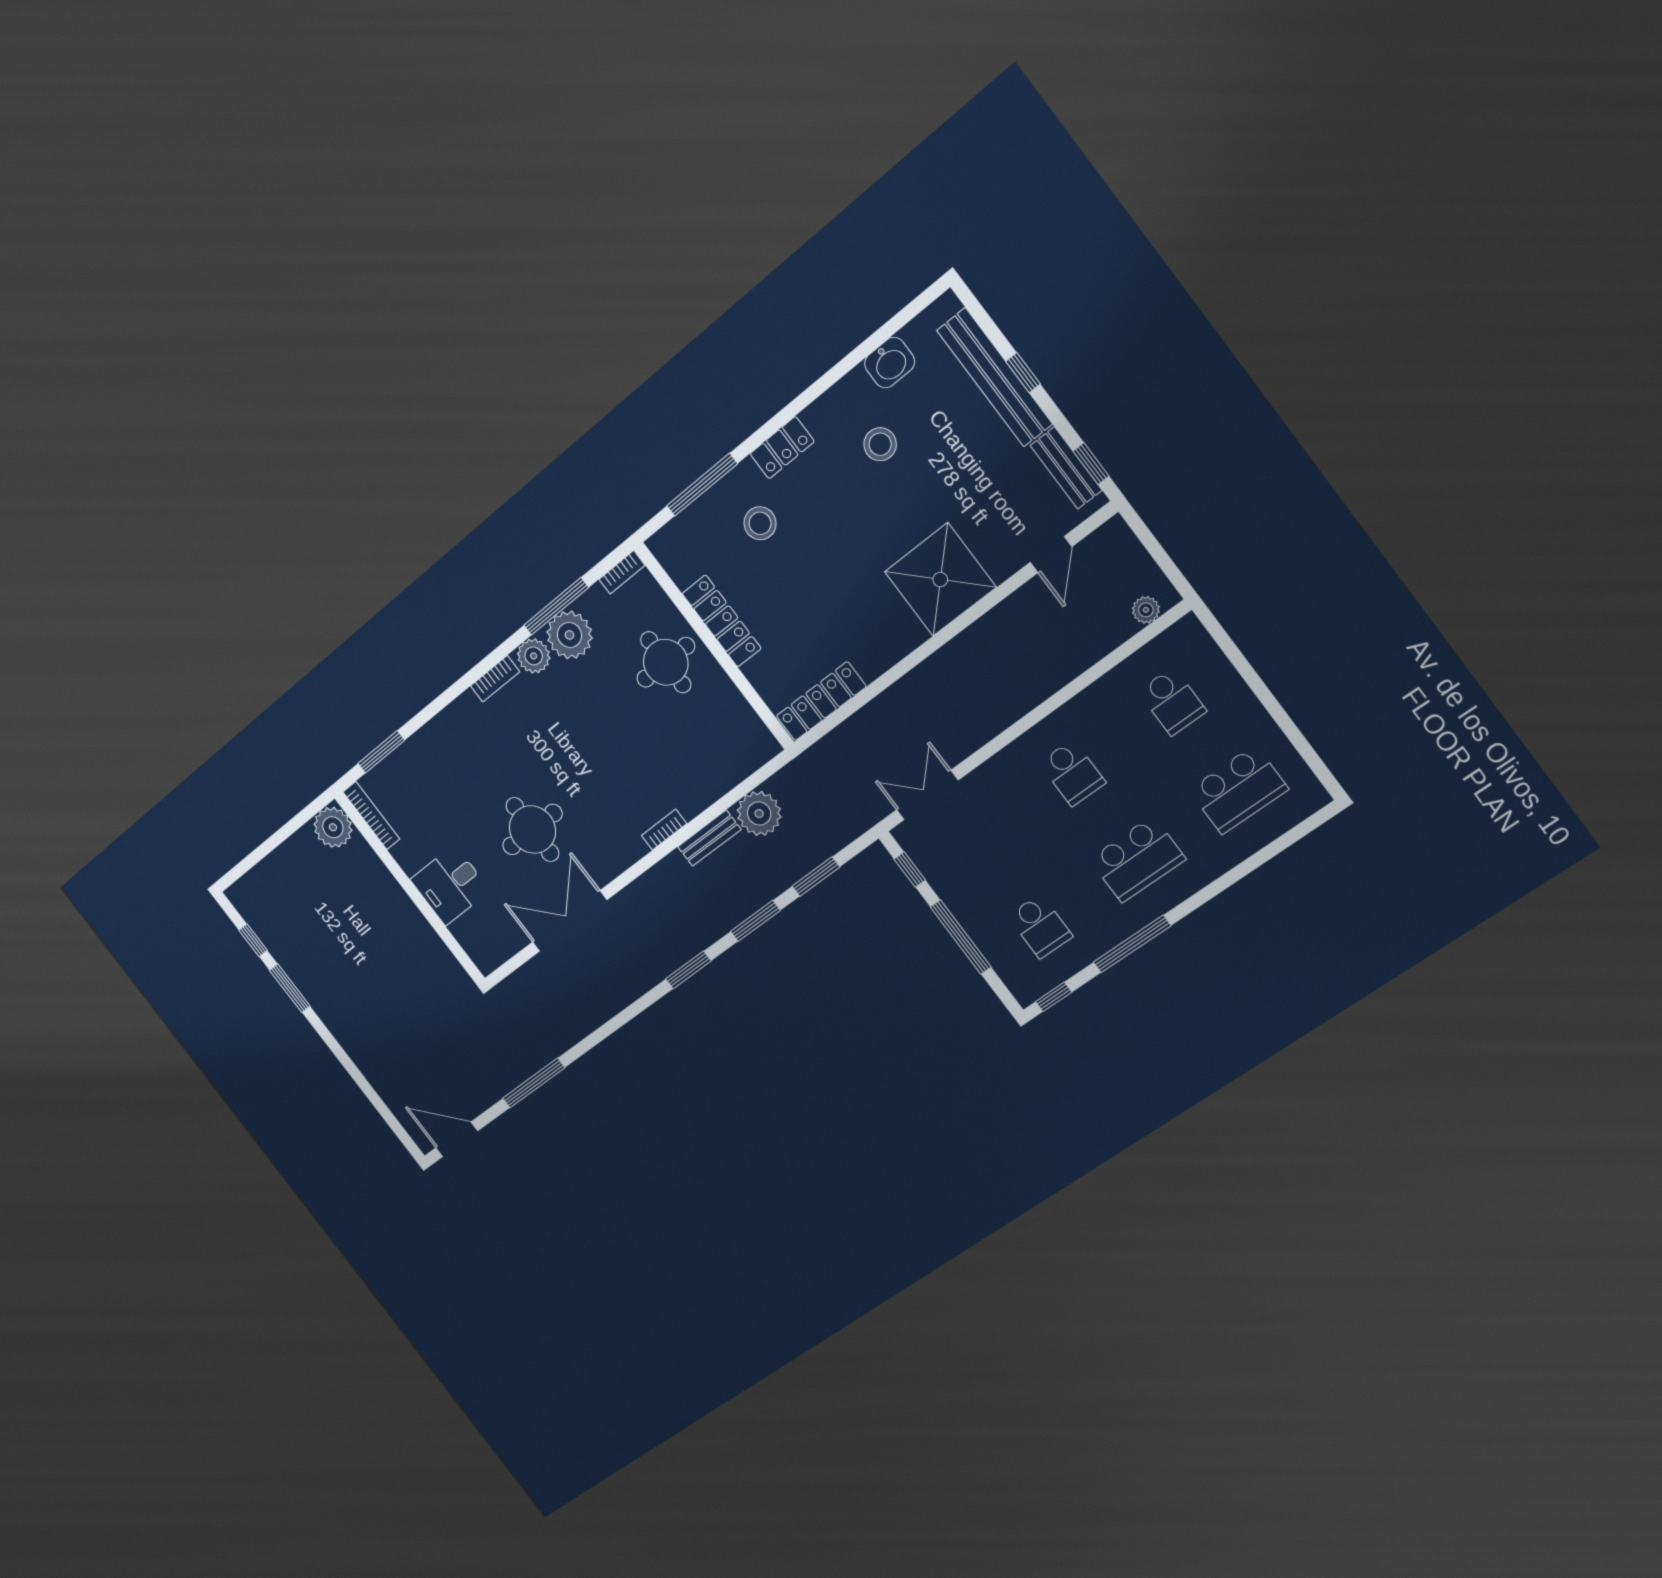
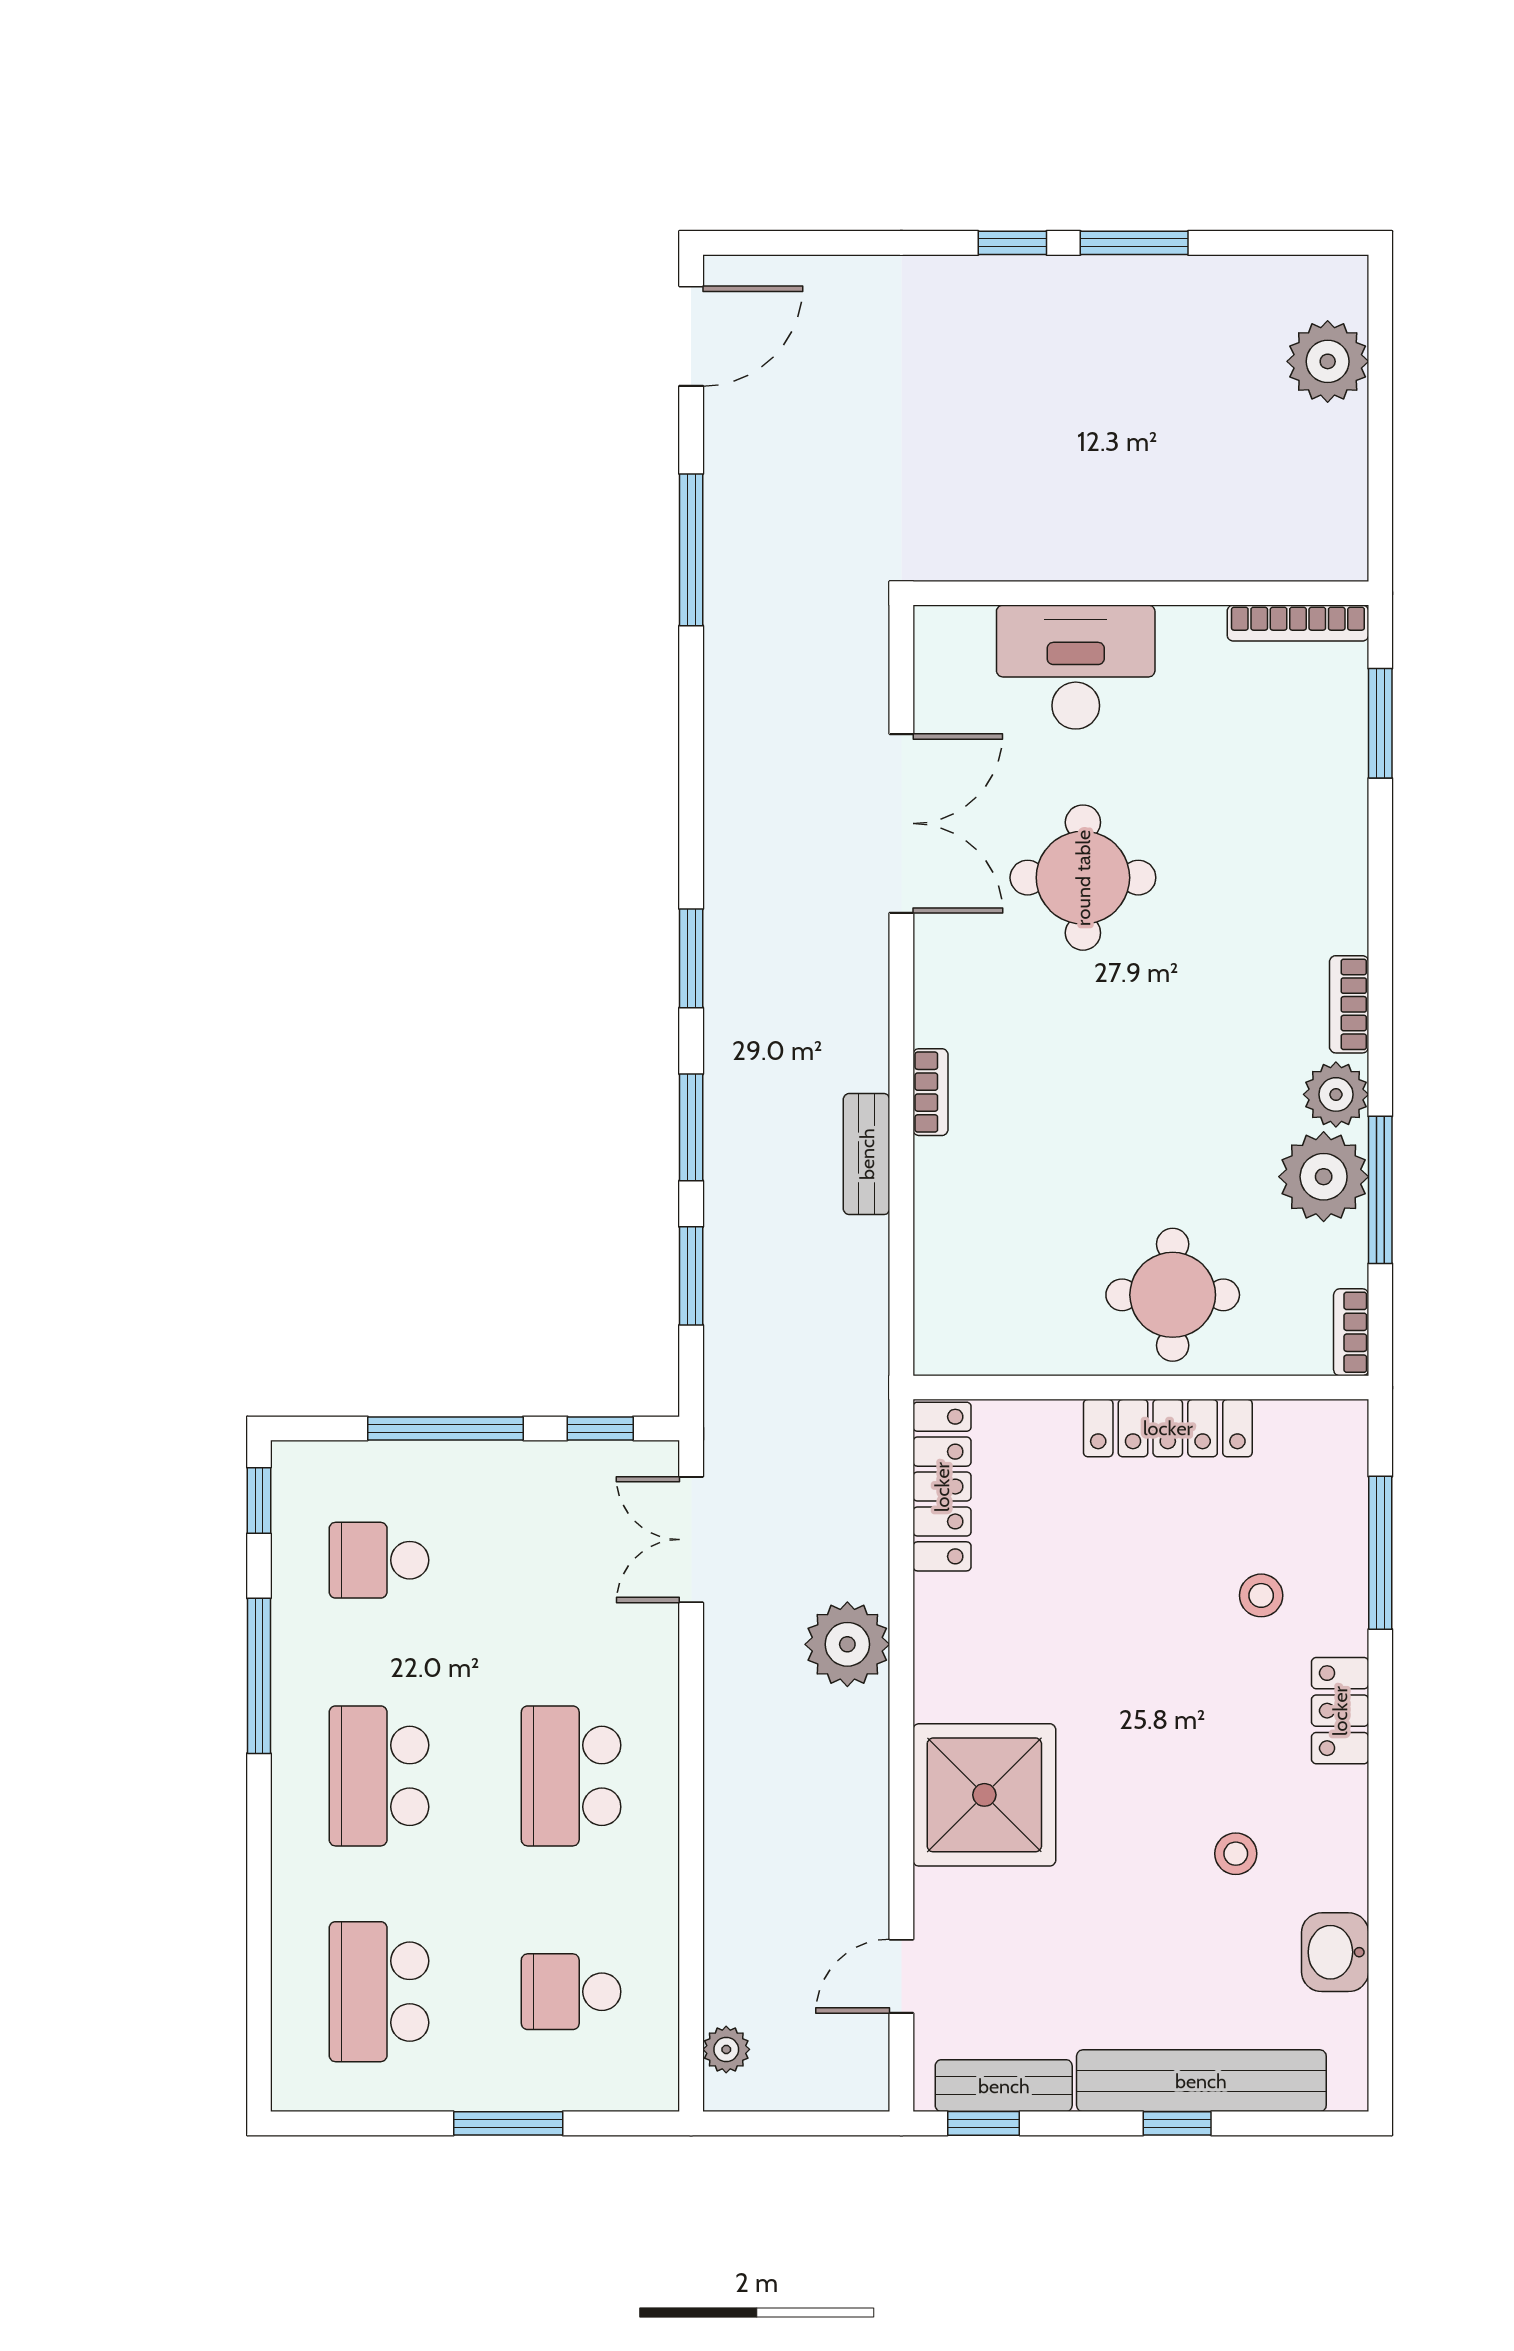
stool: (880, 444) -> (1236, 1854), width x0.73, depth x0.73
stool: (760, 523) -> (1261, 1595), width x0.73, depth x0.73
door: (1051, 554) -> (901, 1976), hinge flipped
window: (1257, 686) -> (508, 2123), added
school desk: (1072, 773) -> (571, 1776), width x1.85
double door: (927, 795) -> (691, 1540), swing flipped
plant: (759, 814) -> (847, 1644), moved
plant: (333, 827) -> (1328, 361), moved
desk: (450, 885) -> (1076, 667), width x1.37
window: (253, 940) -> (1012, 243), moved

